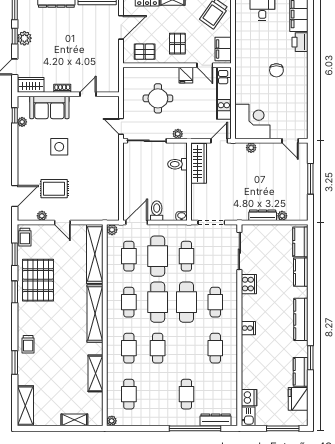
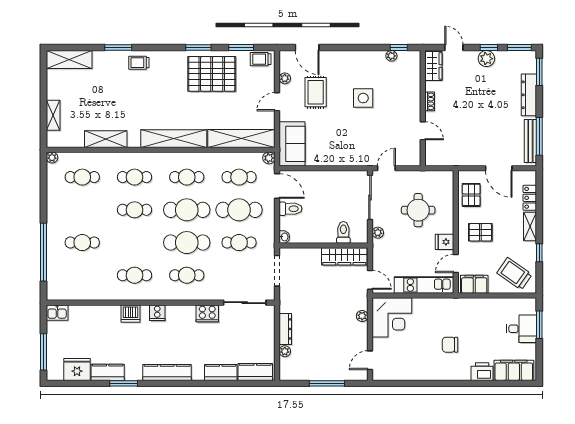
sofa: (49, 107) -> (292, 144), moved, turned 180
dishwasher: (249, 398) -> (131, 314), moved
dresser: (216, 420) -> (53, 276), removed

